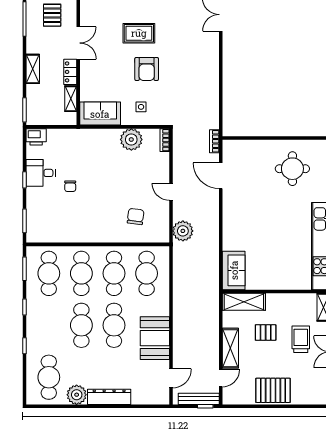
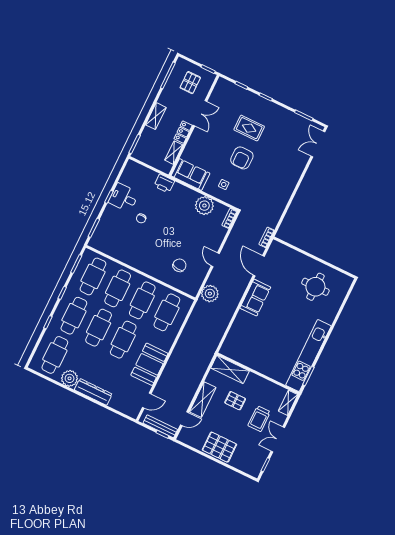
printer: (36, 137) -> (164, 184), moved
sofa: (234, 270) -> (255, 298), moved
cafe table: (49, 325) -> (74, 316), added
trolley: (301, 339) -> (259, 419), turned 180

